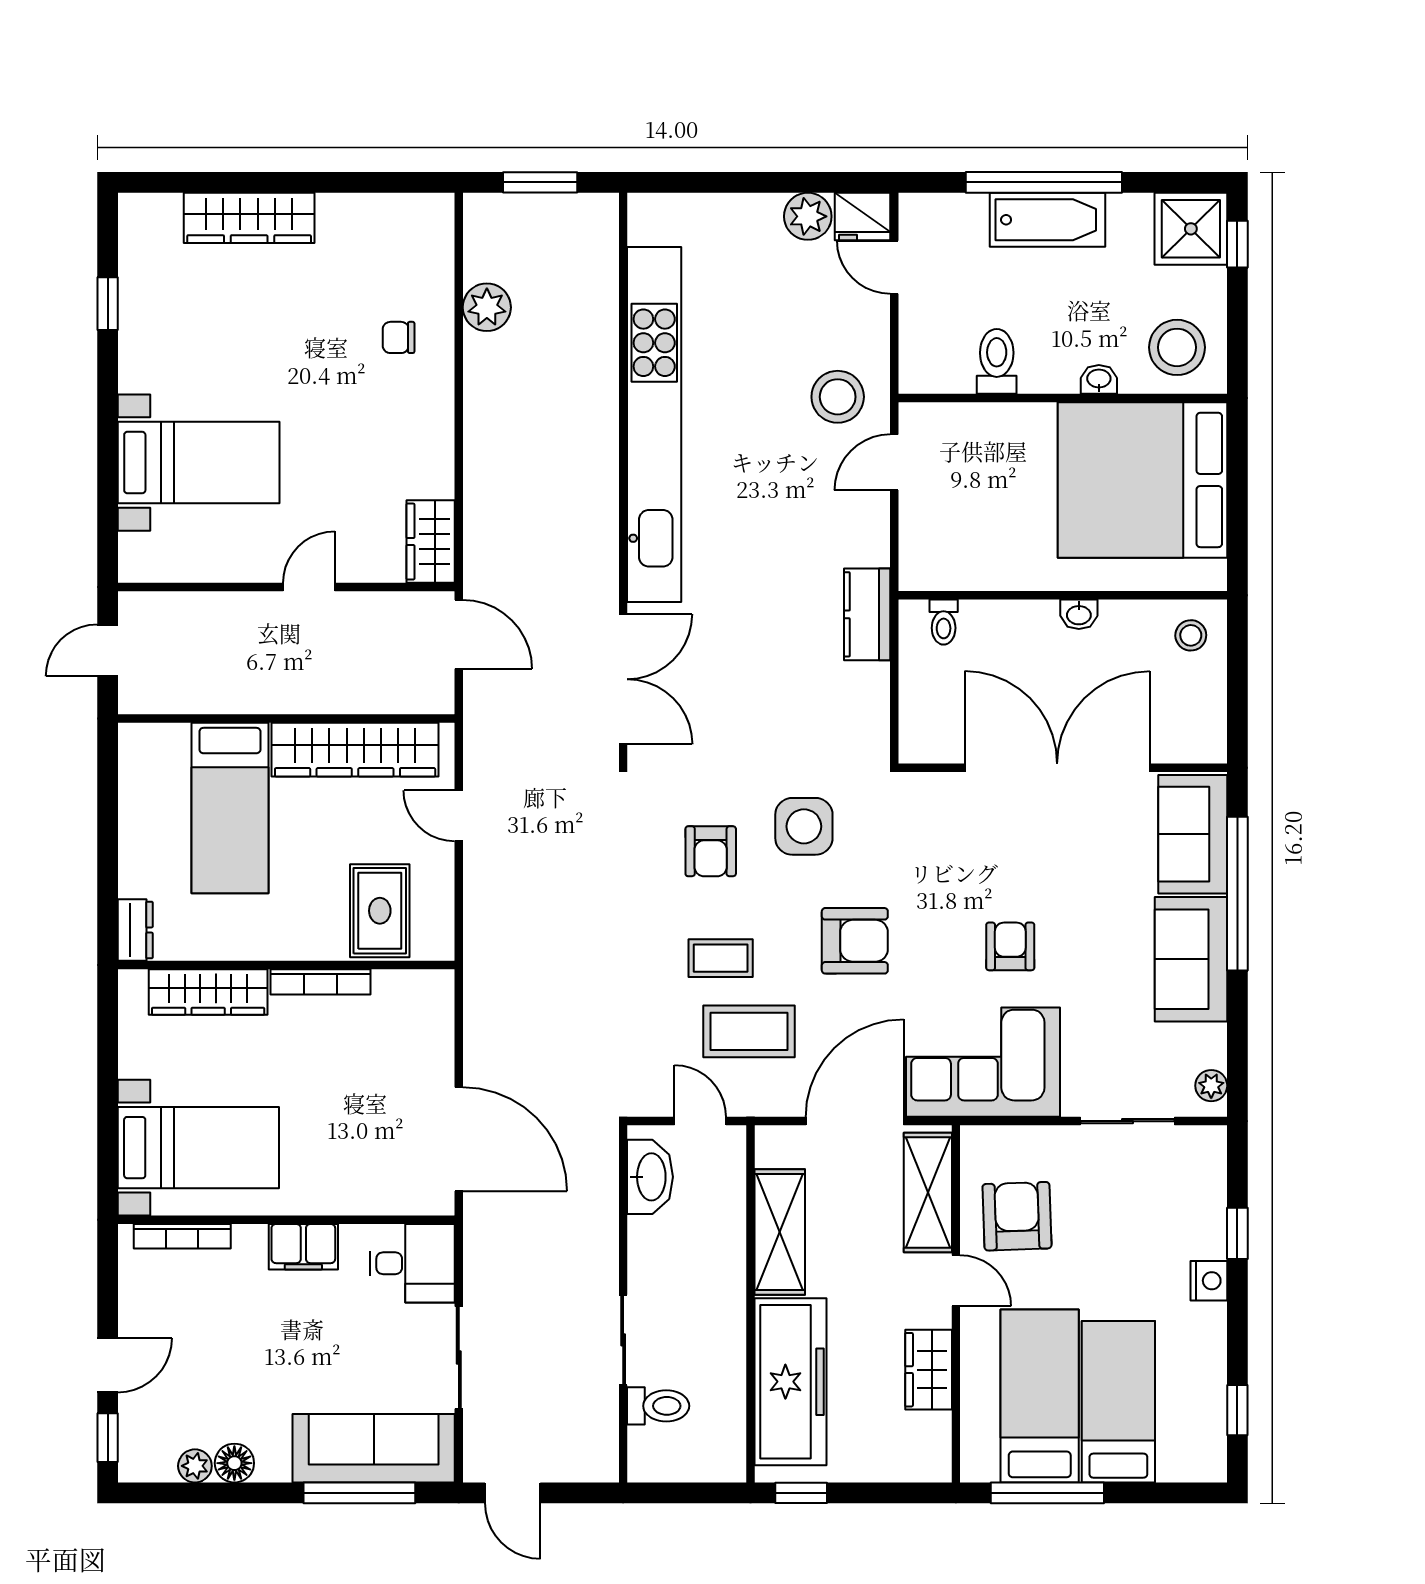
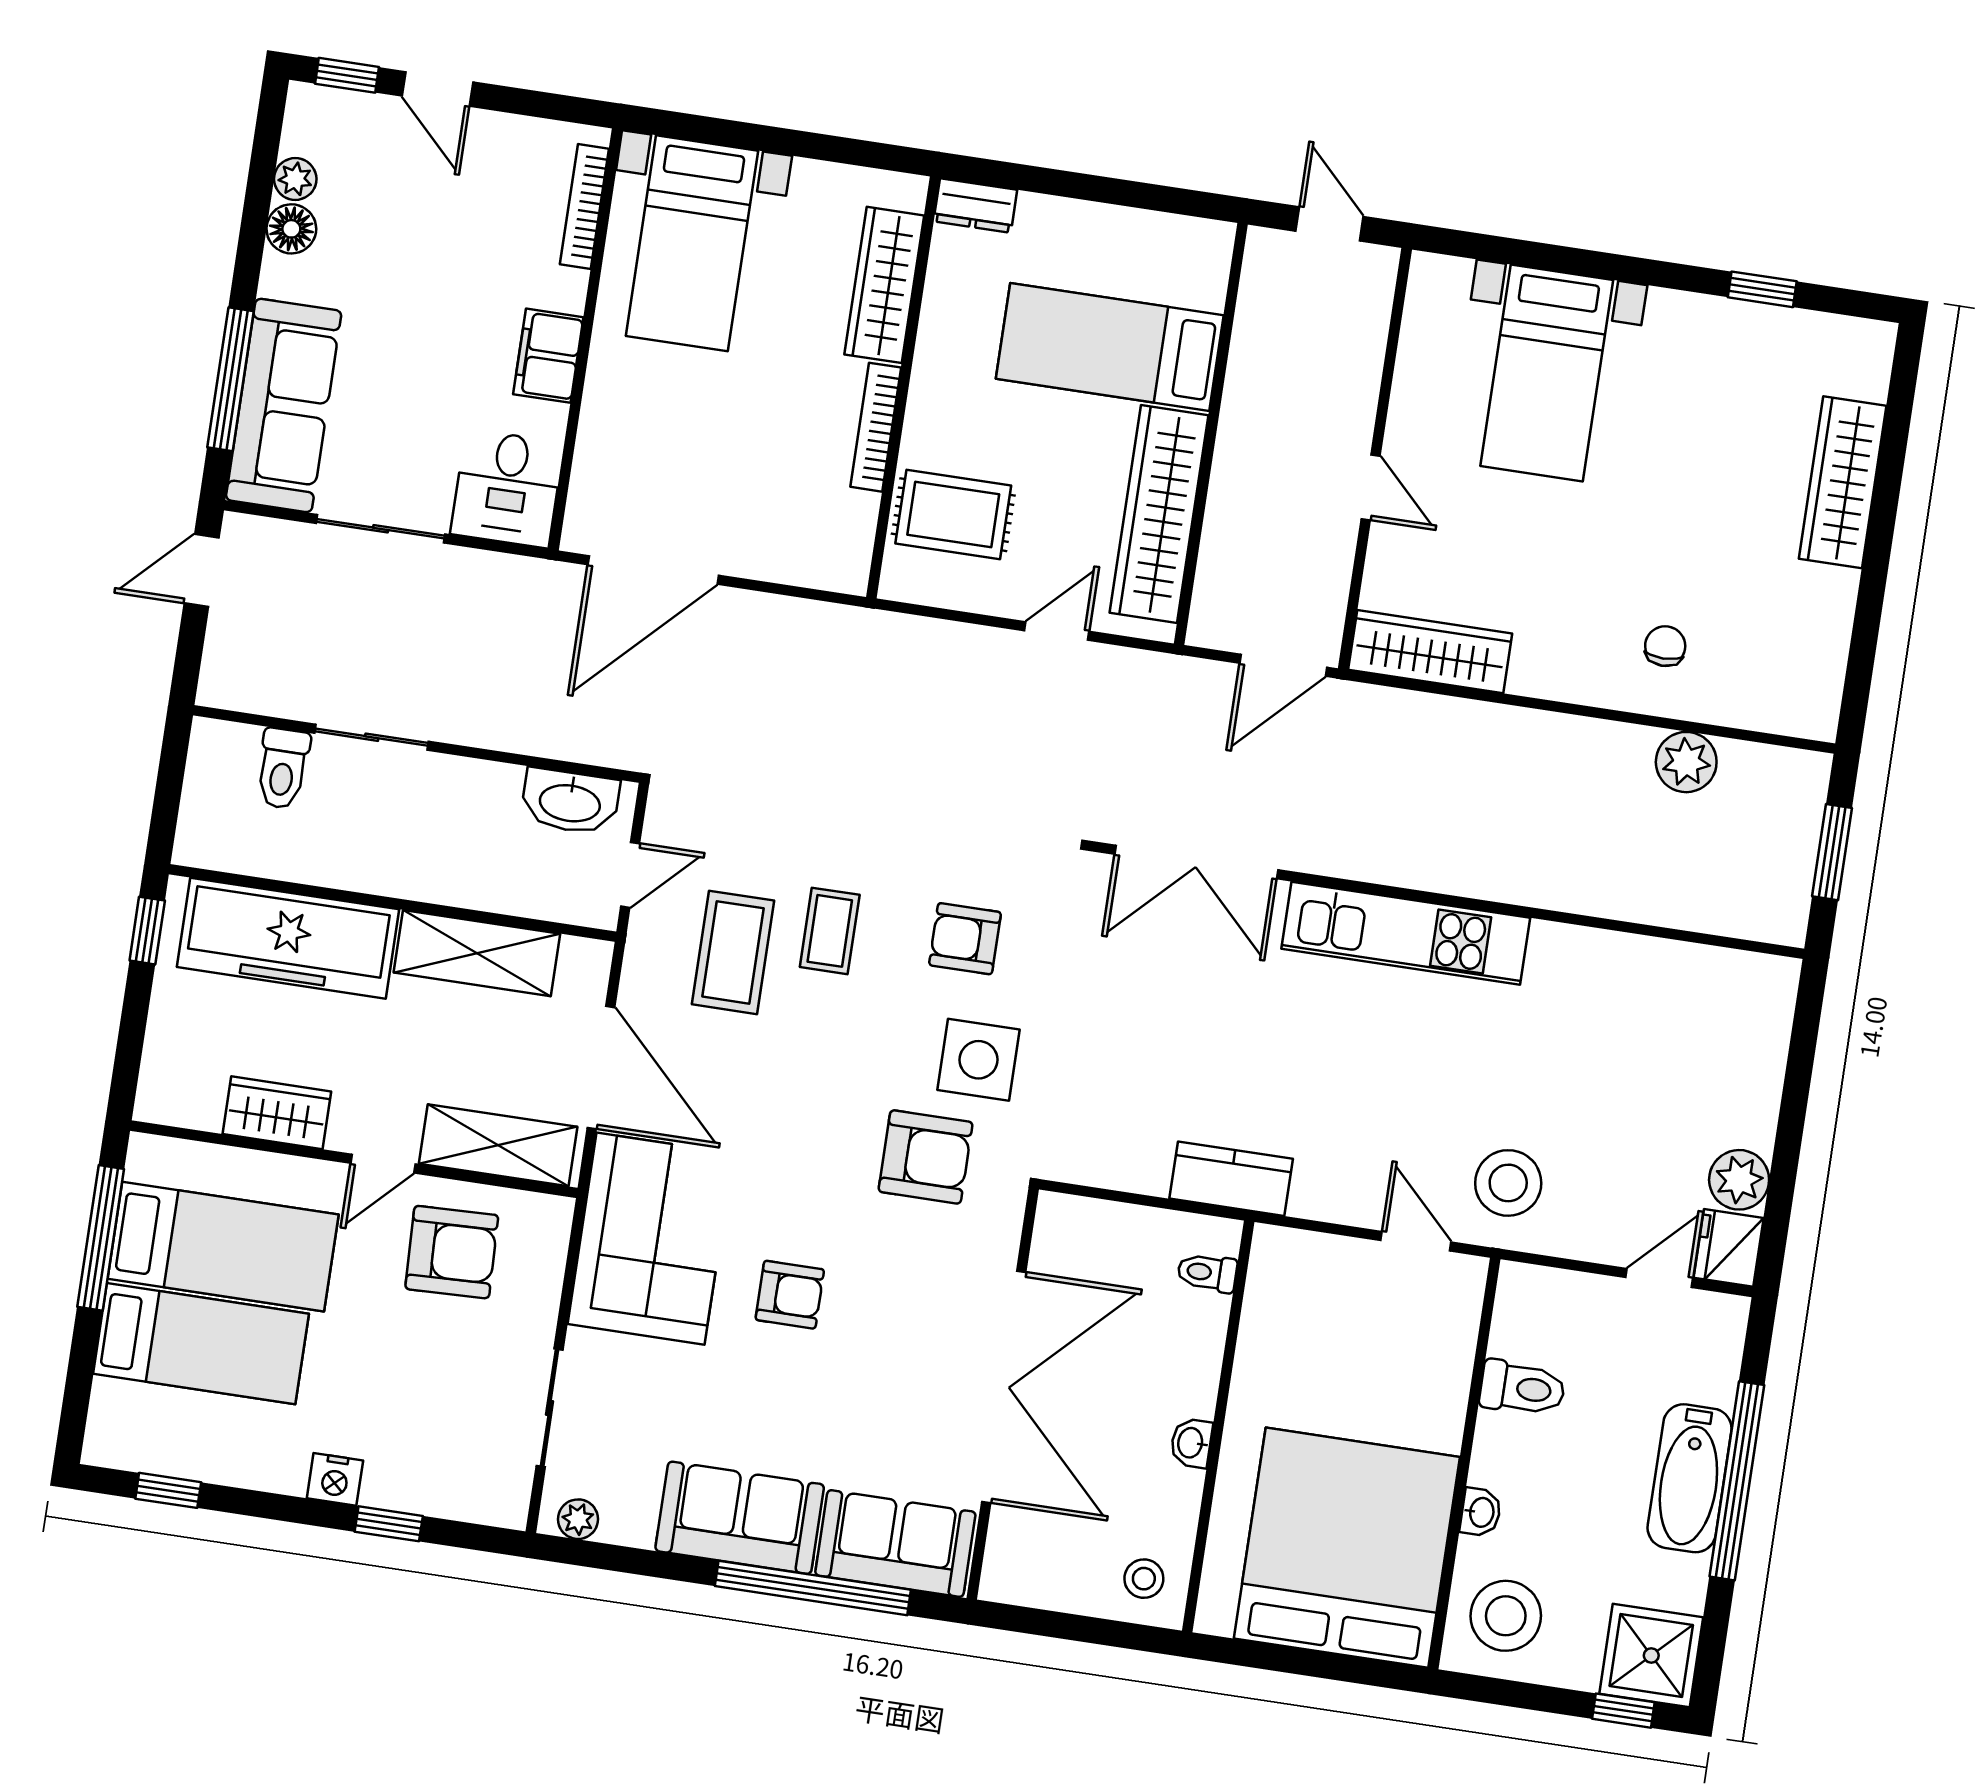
kitchen unit: (654, 425) -> (1406, 933), width x0.54
wardrobe: (431, 542) -> (1430, 652), width x1.50
armchair: (855, 941) -> (926, 1157), moved, turned -90

